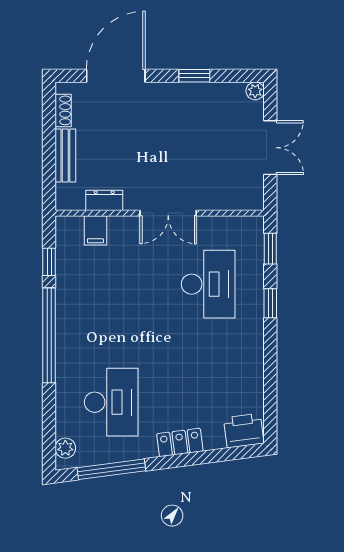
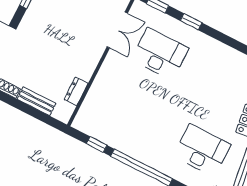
double door: (168, 213) -> (117, 30), moved
filing cabinet: (95, 230) -> (92, 106), removed

